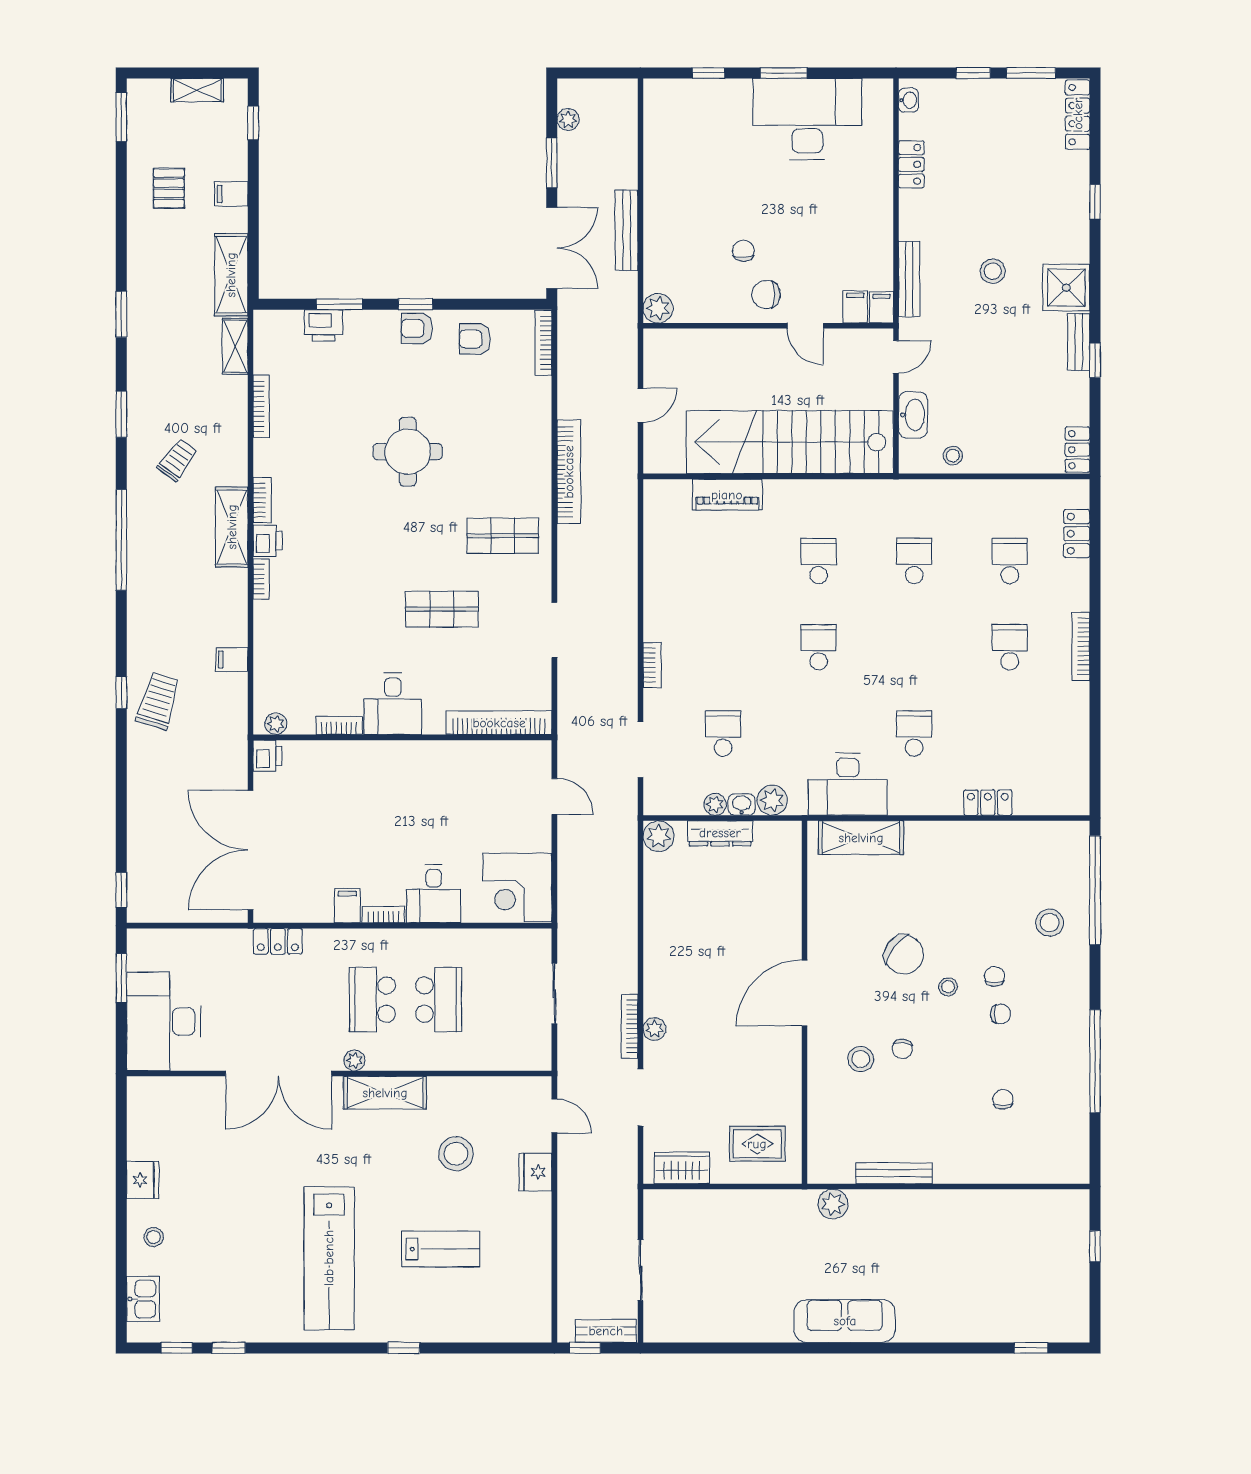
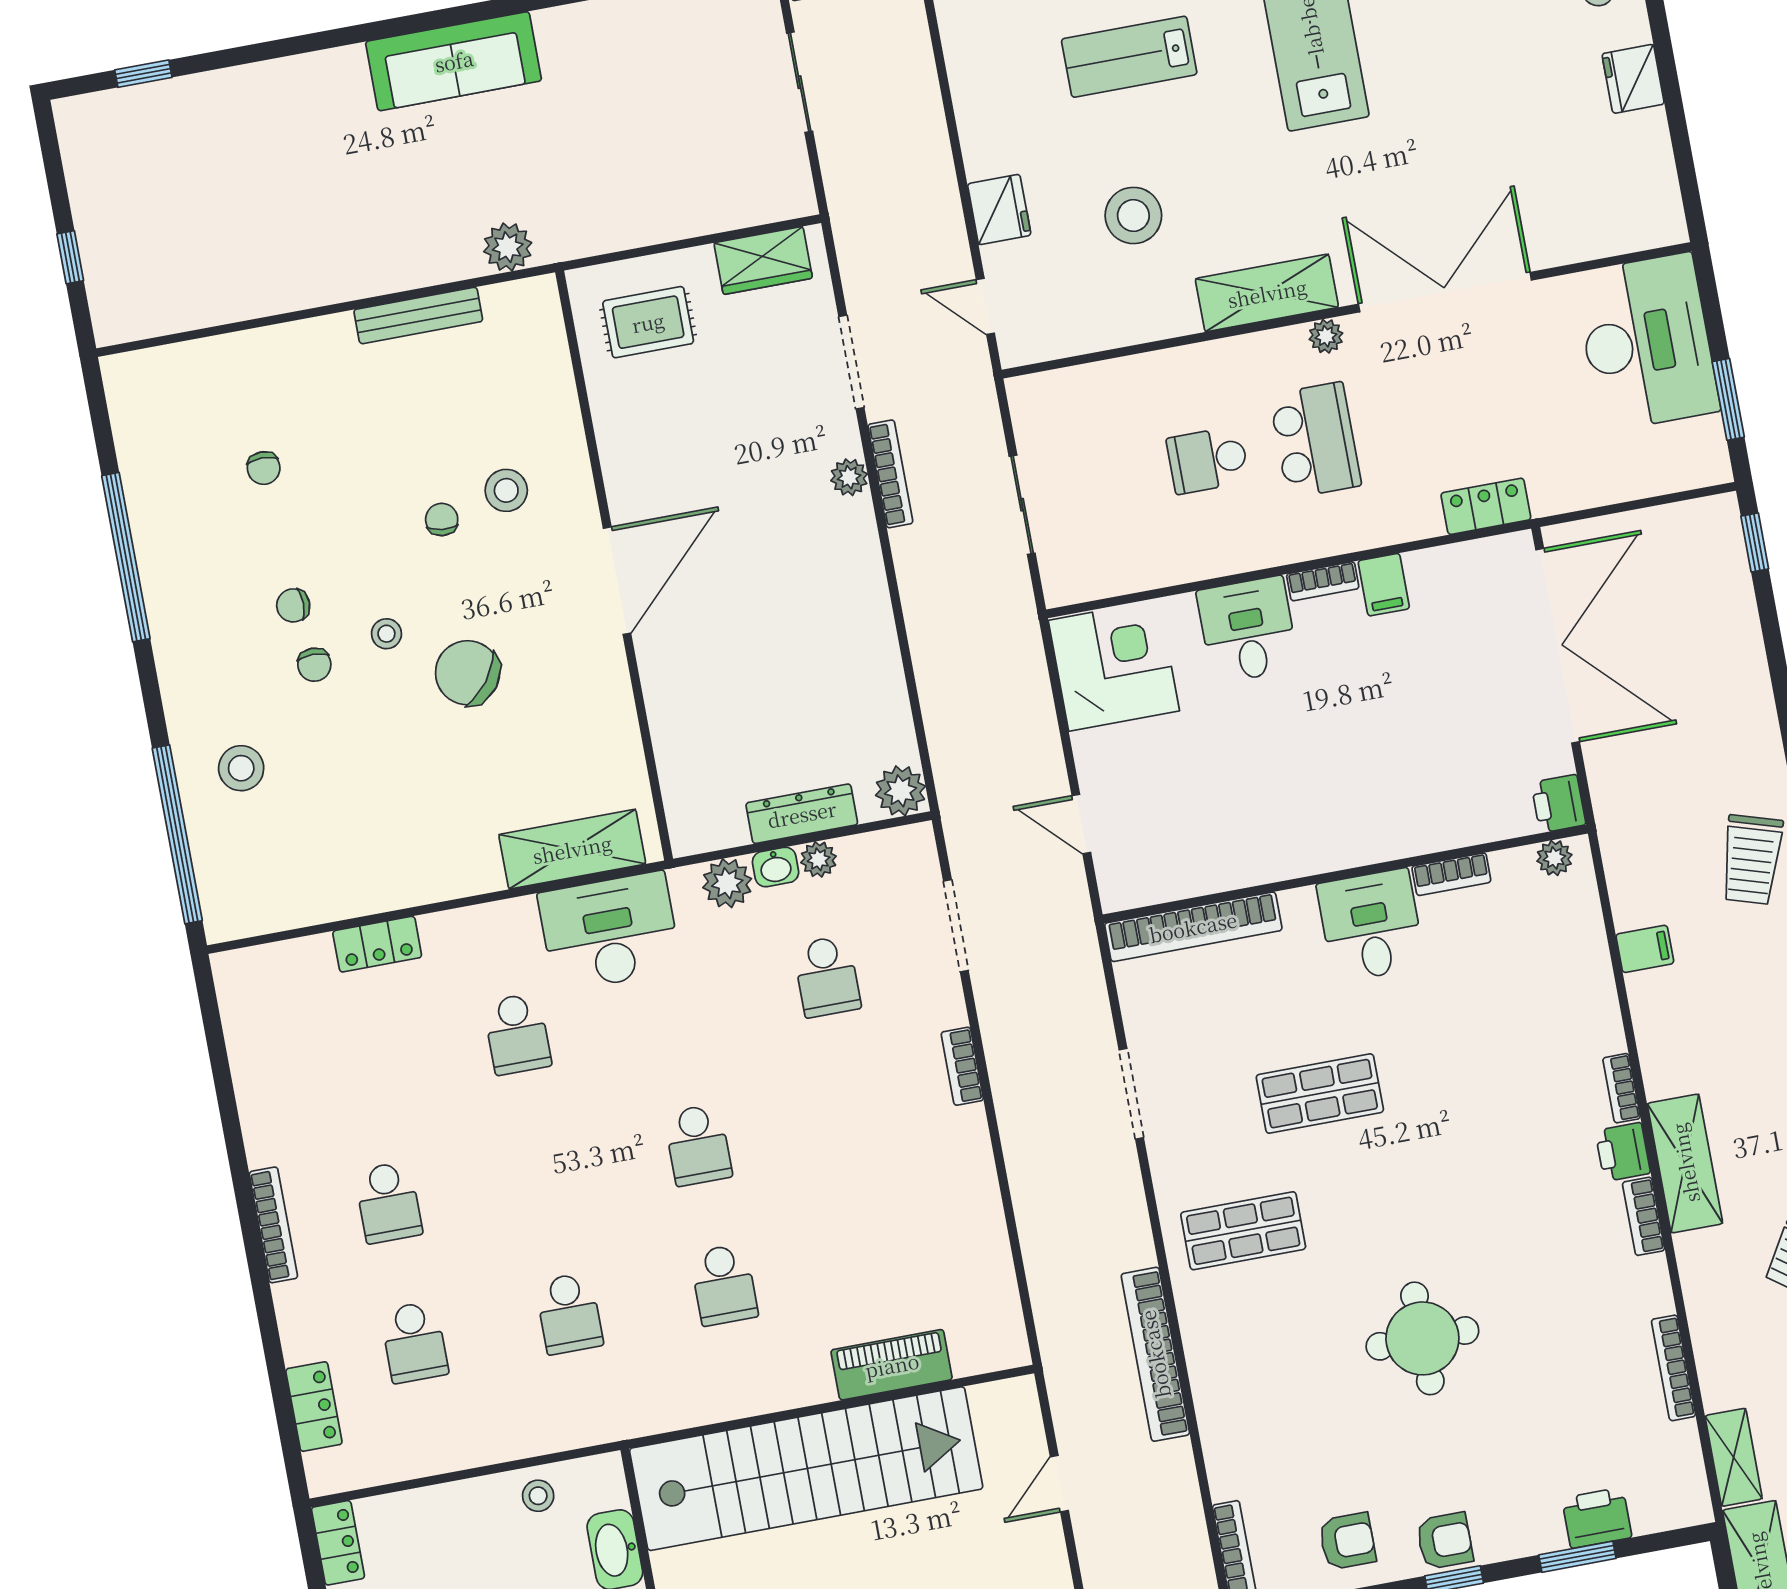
school desk: (439, 1000) -> (1208, 460), width x0.54

